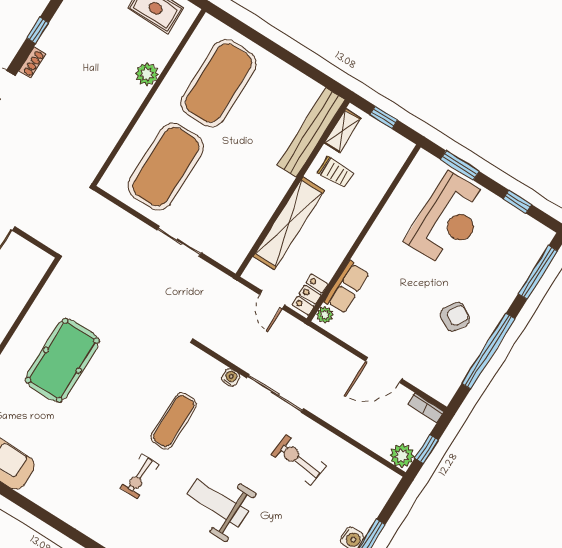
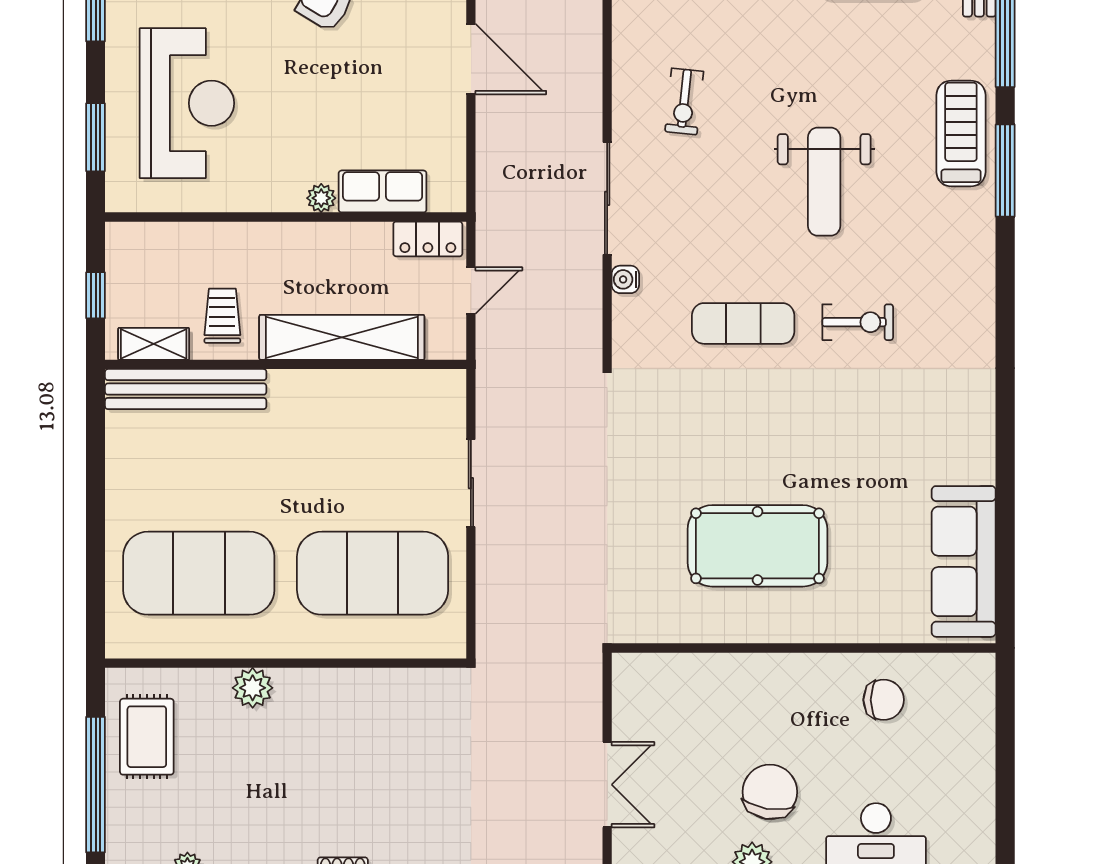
reception desk: (448, 220) -> (187, 103), turned 90
plant: (325, 315) -> (321, 198), moved
exercise bike: (298, 460) -> (684, 101), width x0.73, depth x0.72

